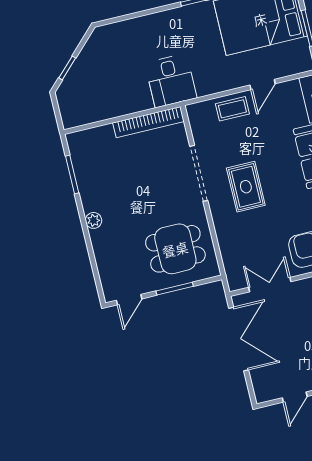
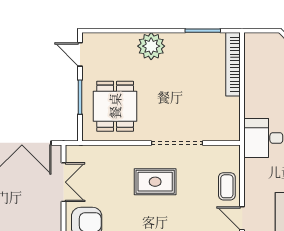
bookcase: (148, 122) -> (233, 64), moved
plant: (94, 220) -> (151, 46), width x1.87, depth x1.87

